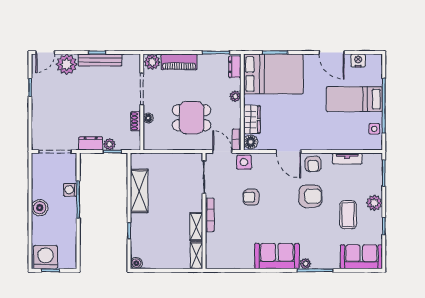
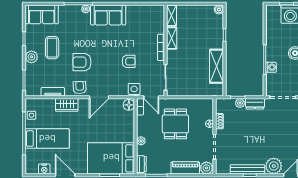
dining table: (192, 118) -> (175, 124), turned 90
wardrobe: (252, 120) -> (67, 105), moved, turned -90
door: (288, 152) -> (99, 97), swing flipped

